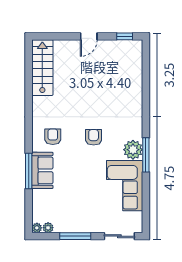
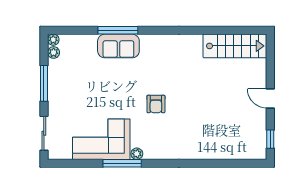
armchair: (53, 137) -> (157, 58), removed
armchair: (94, 137) -> (156, 104), turned 90
plant: (133, 150) -> (137, 154), width x0.53, depth x0.53
window: (146, 155) -> (122, 163), moved

